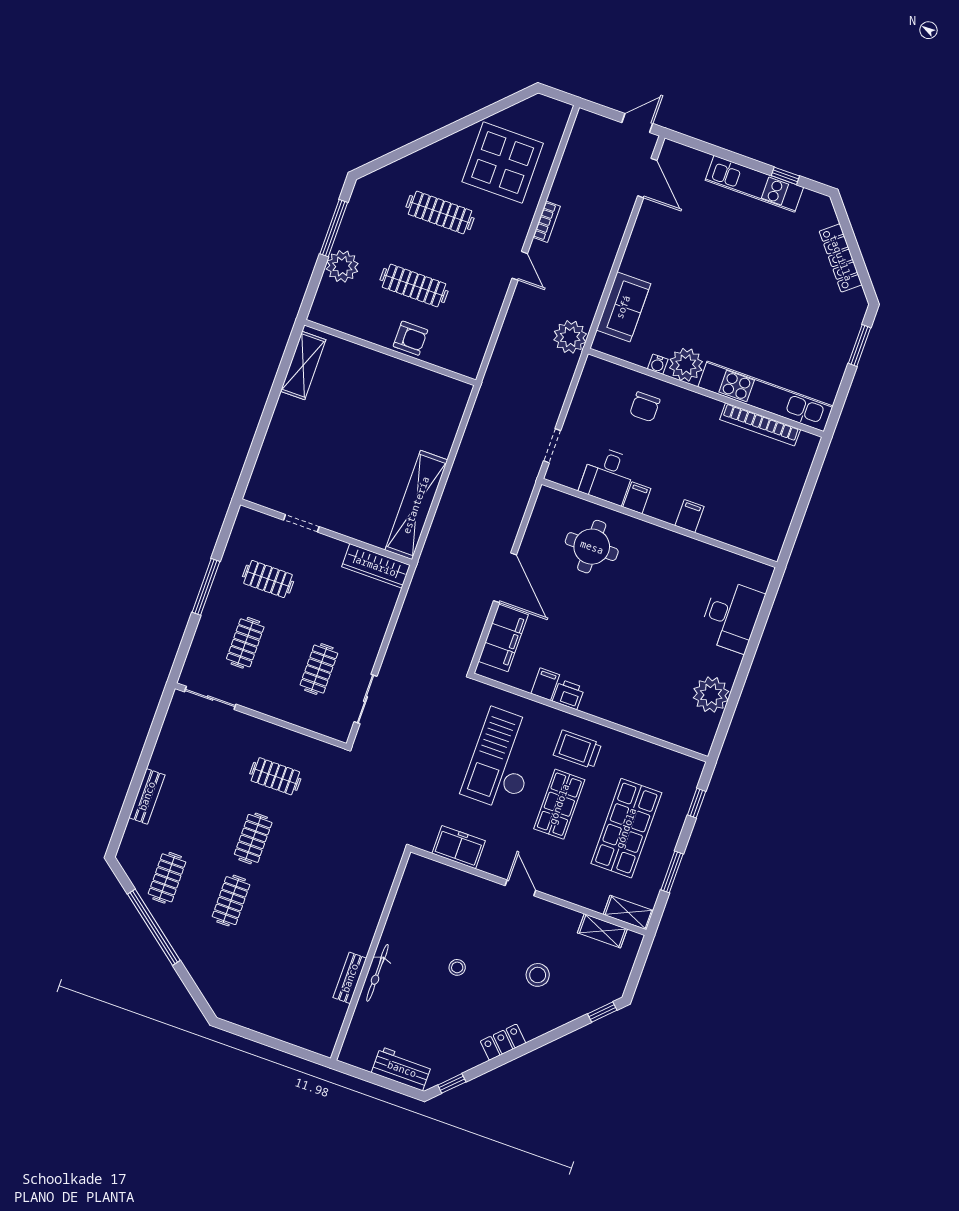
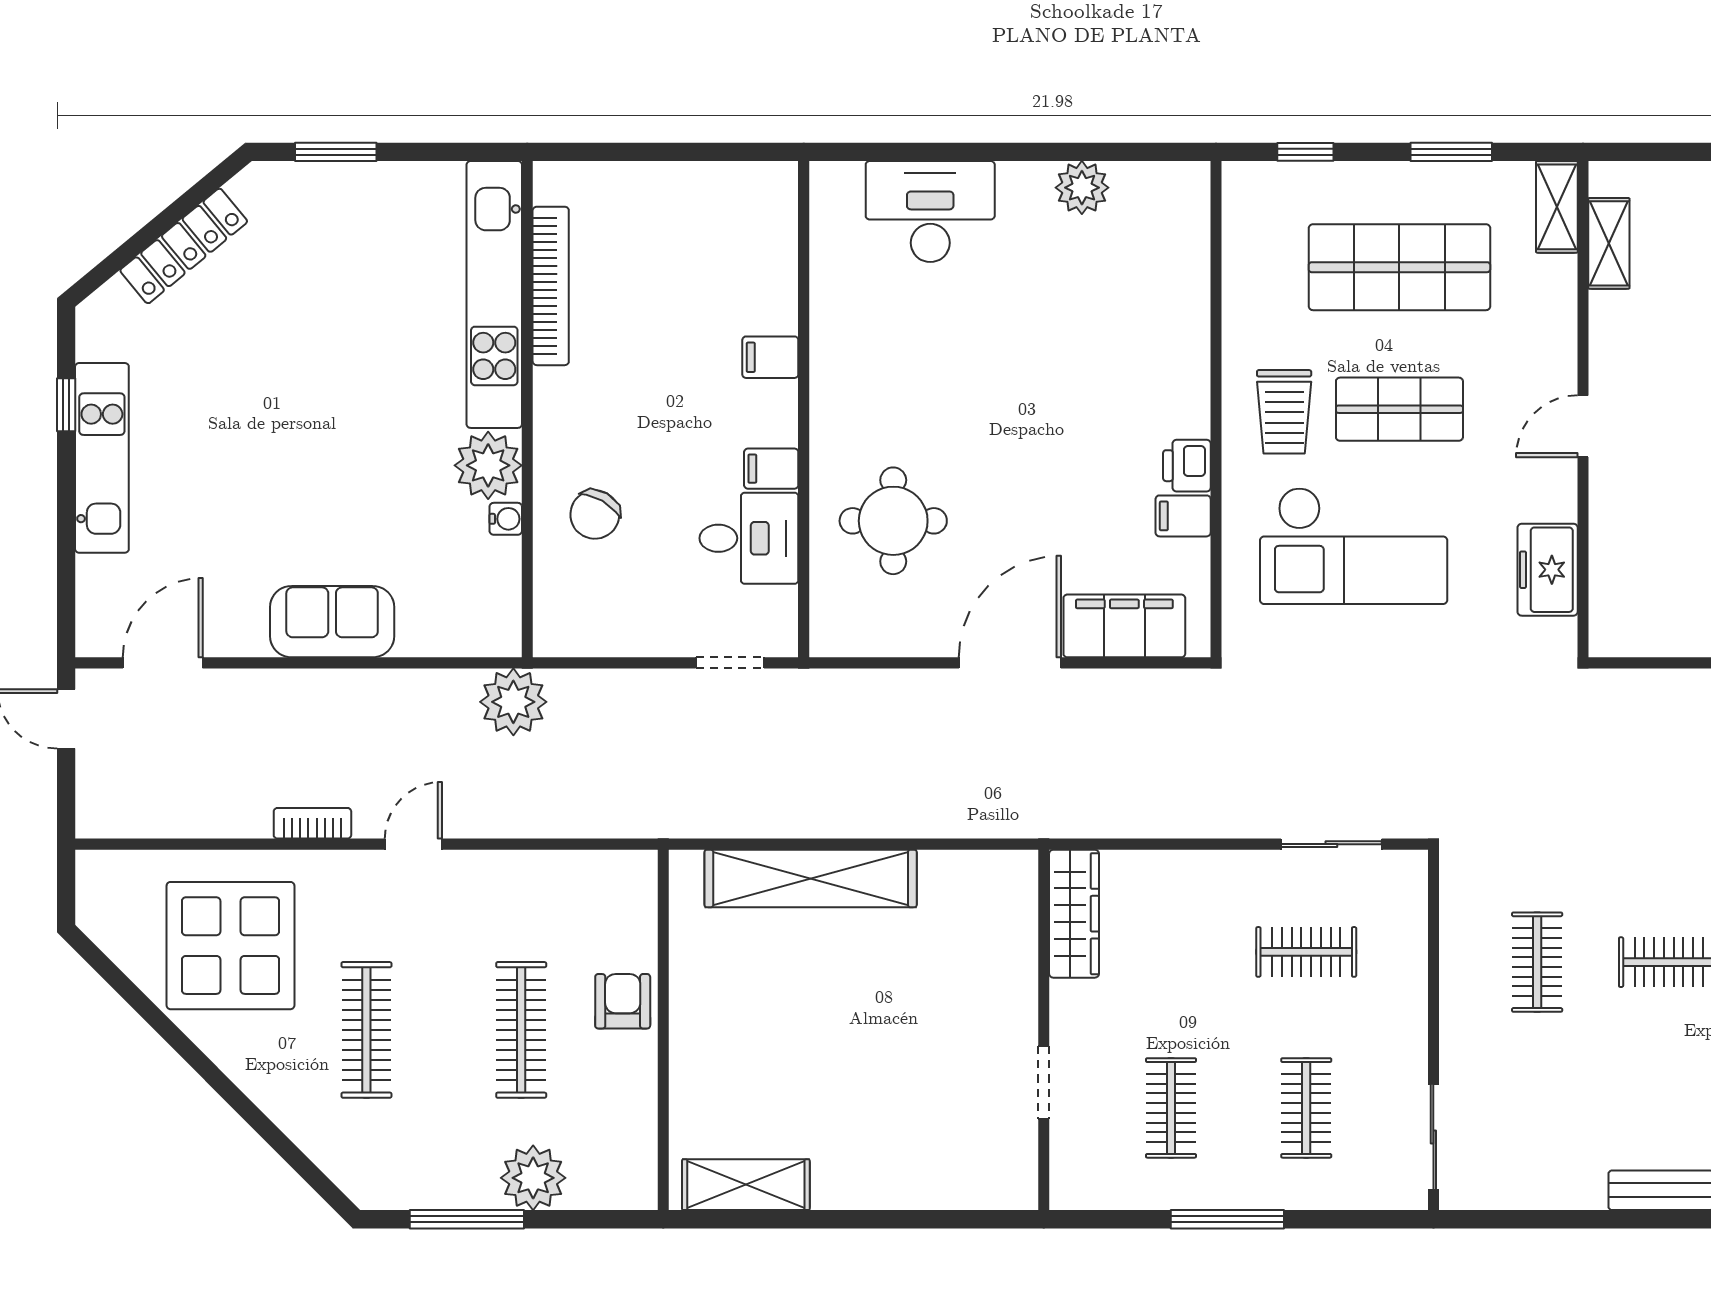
sofa: (623, 307) -> (332, 622), moved
chair: (645, 407) -> (595, 514), turned 120
shelving: (416, 505) -> (811, 878), moved
clothes rail: (245, 643) -> (1306, 1108), turned 90
plant: (711, 695) -> (1082, 188), width x0.73, depth x0.73

